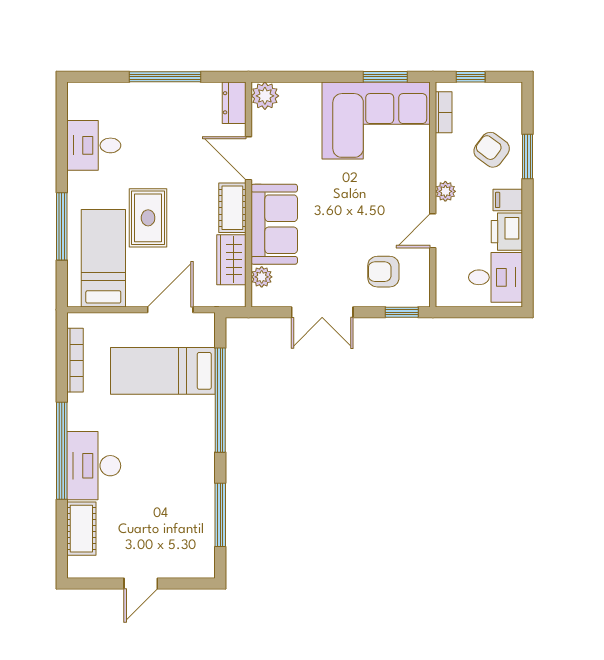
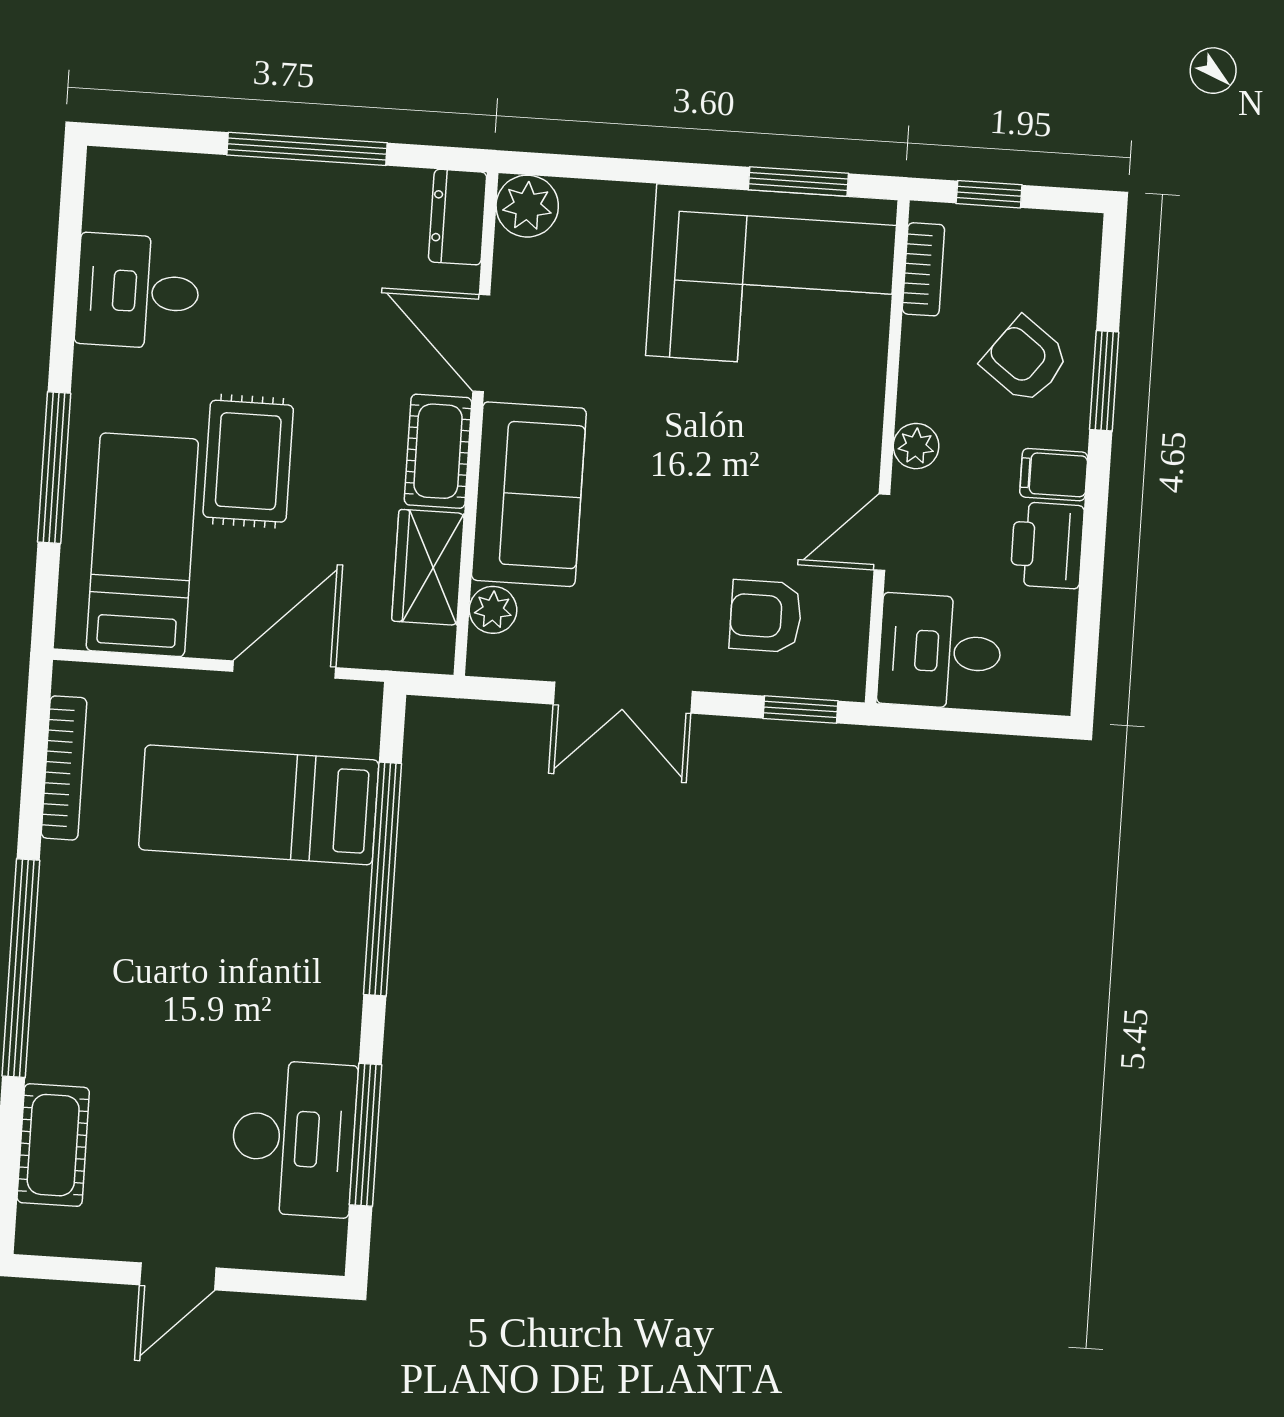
desk: (496, 277) -> (940, 651), moved, turned 180
desk: (94, 466) -> (294, 1138), moved, turned 180

